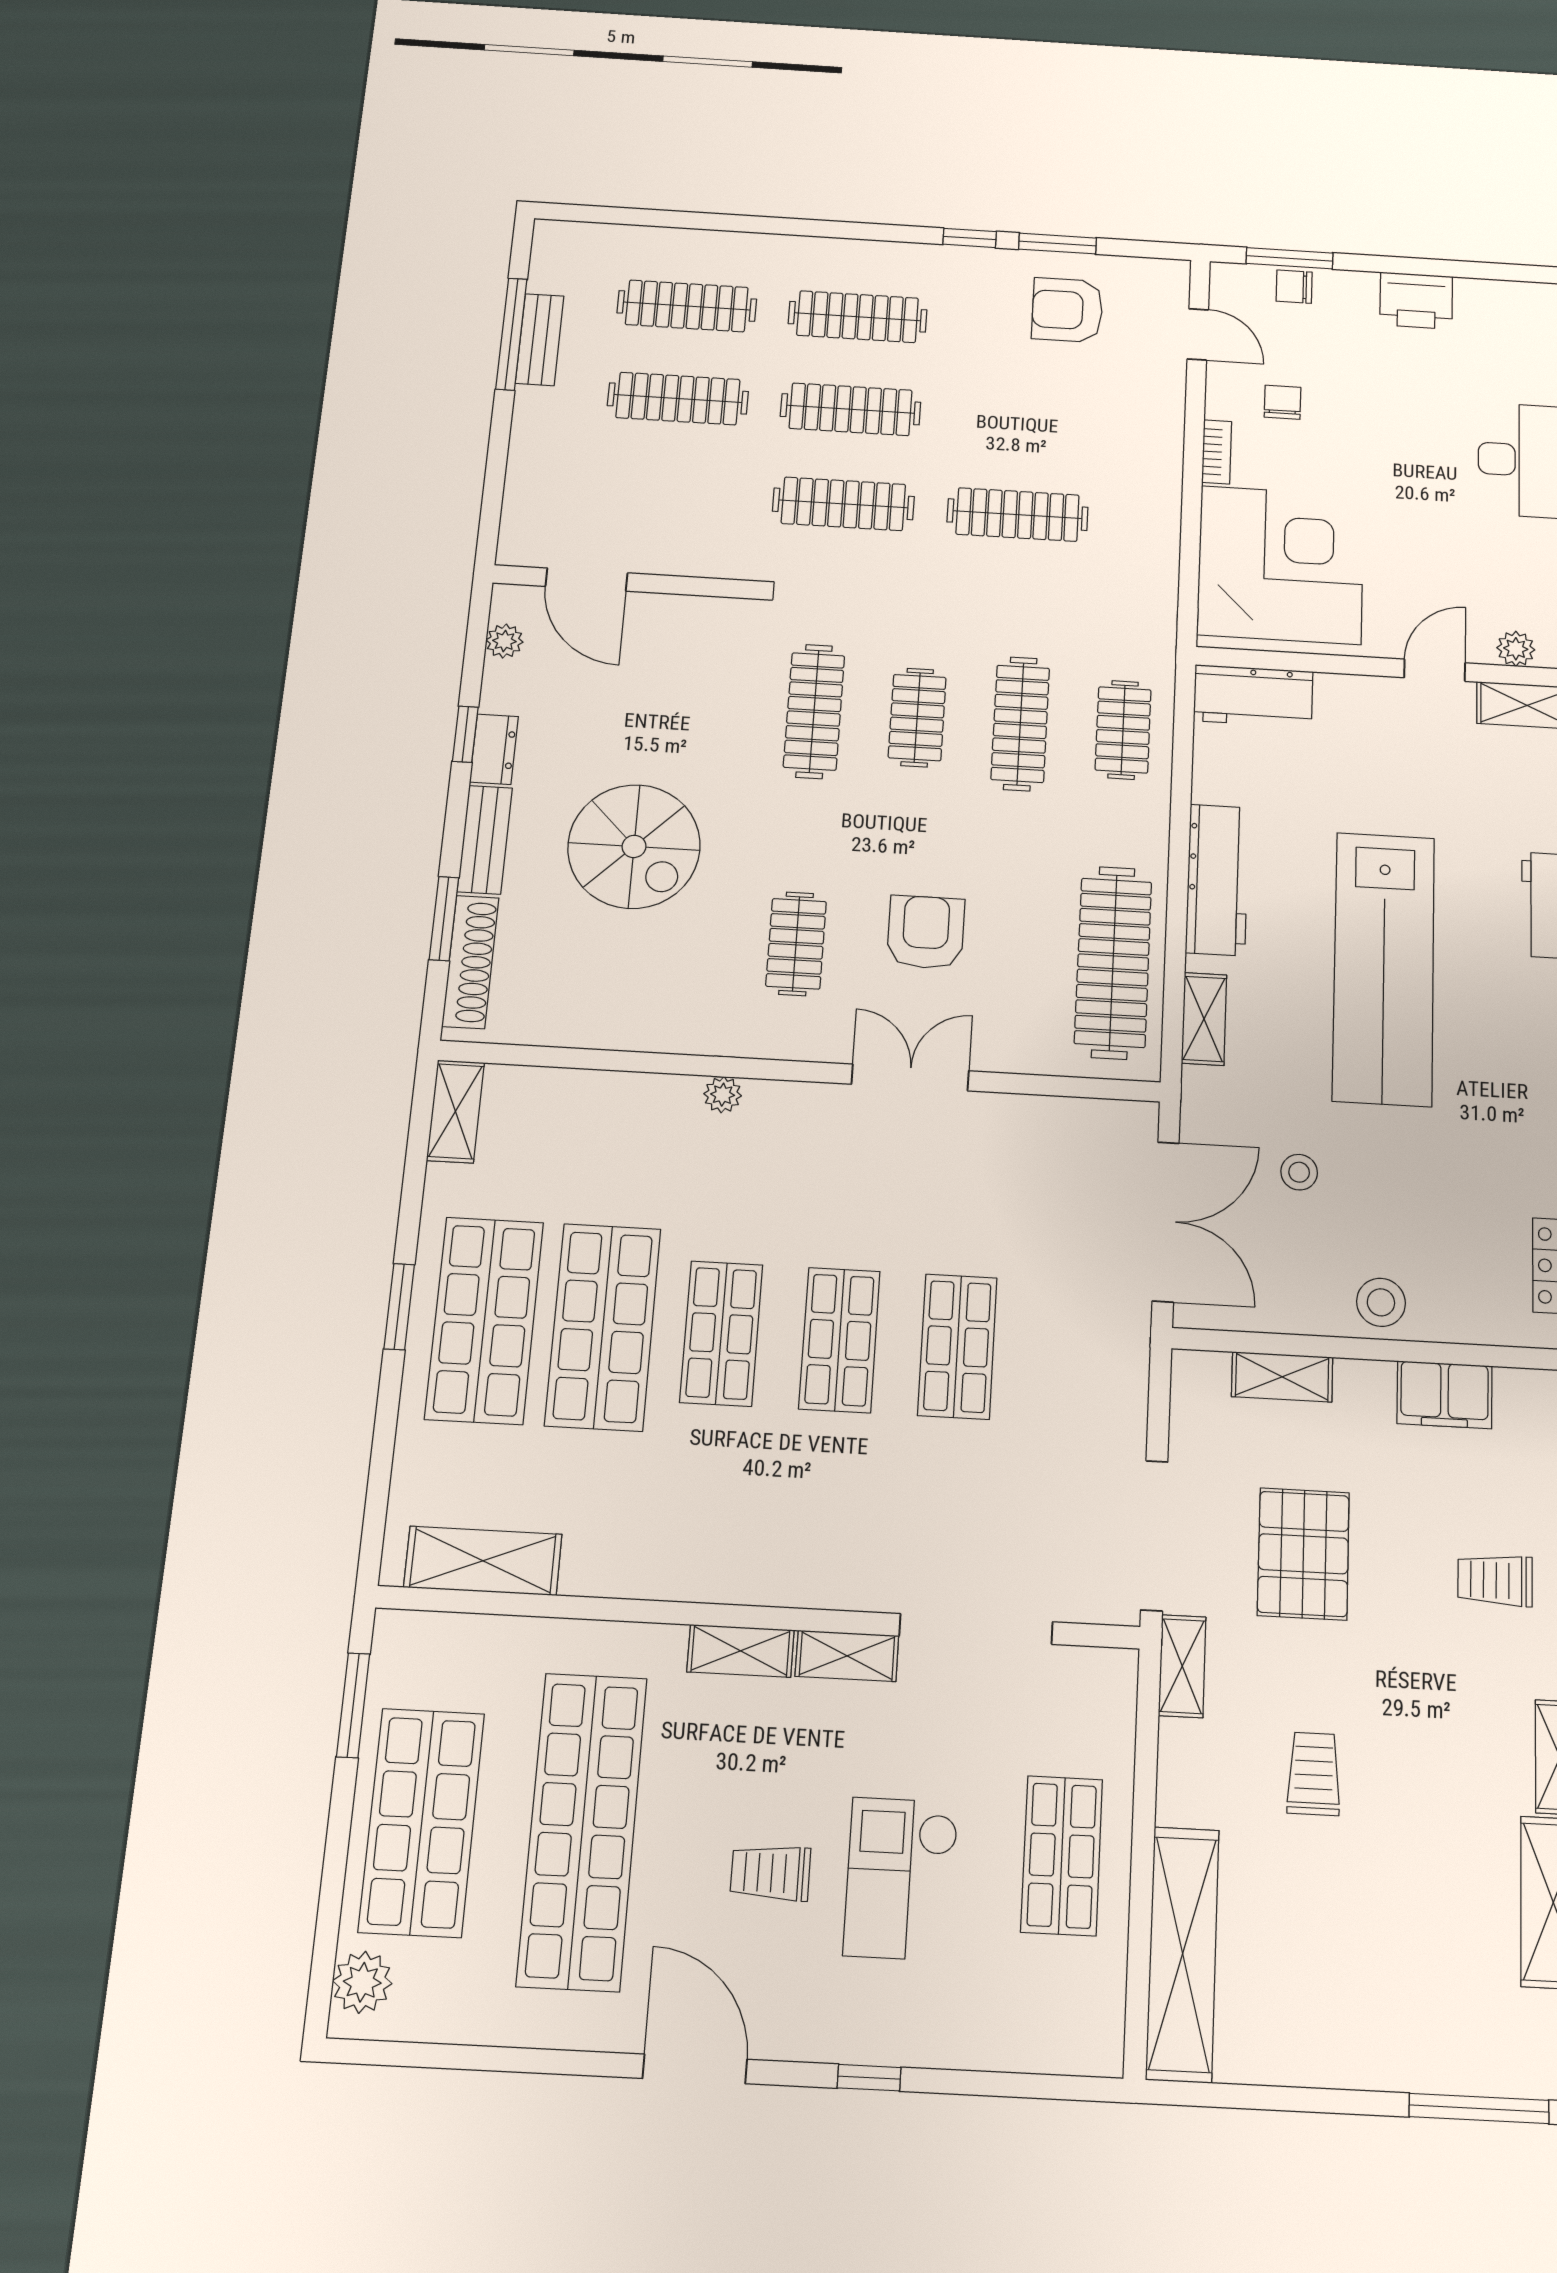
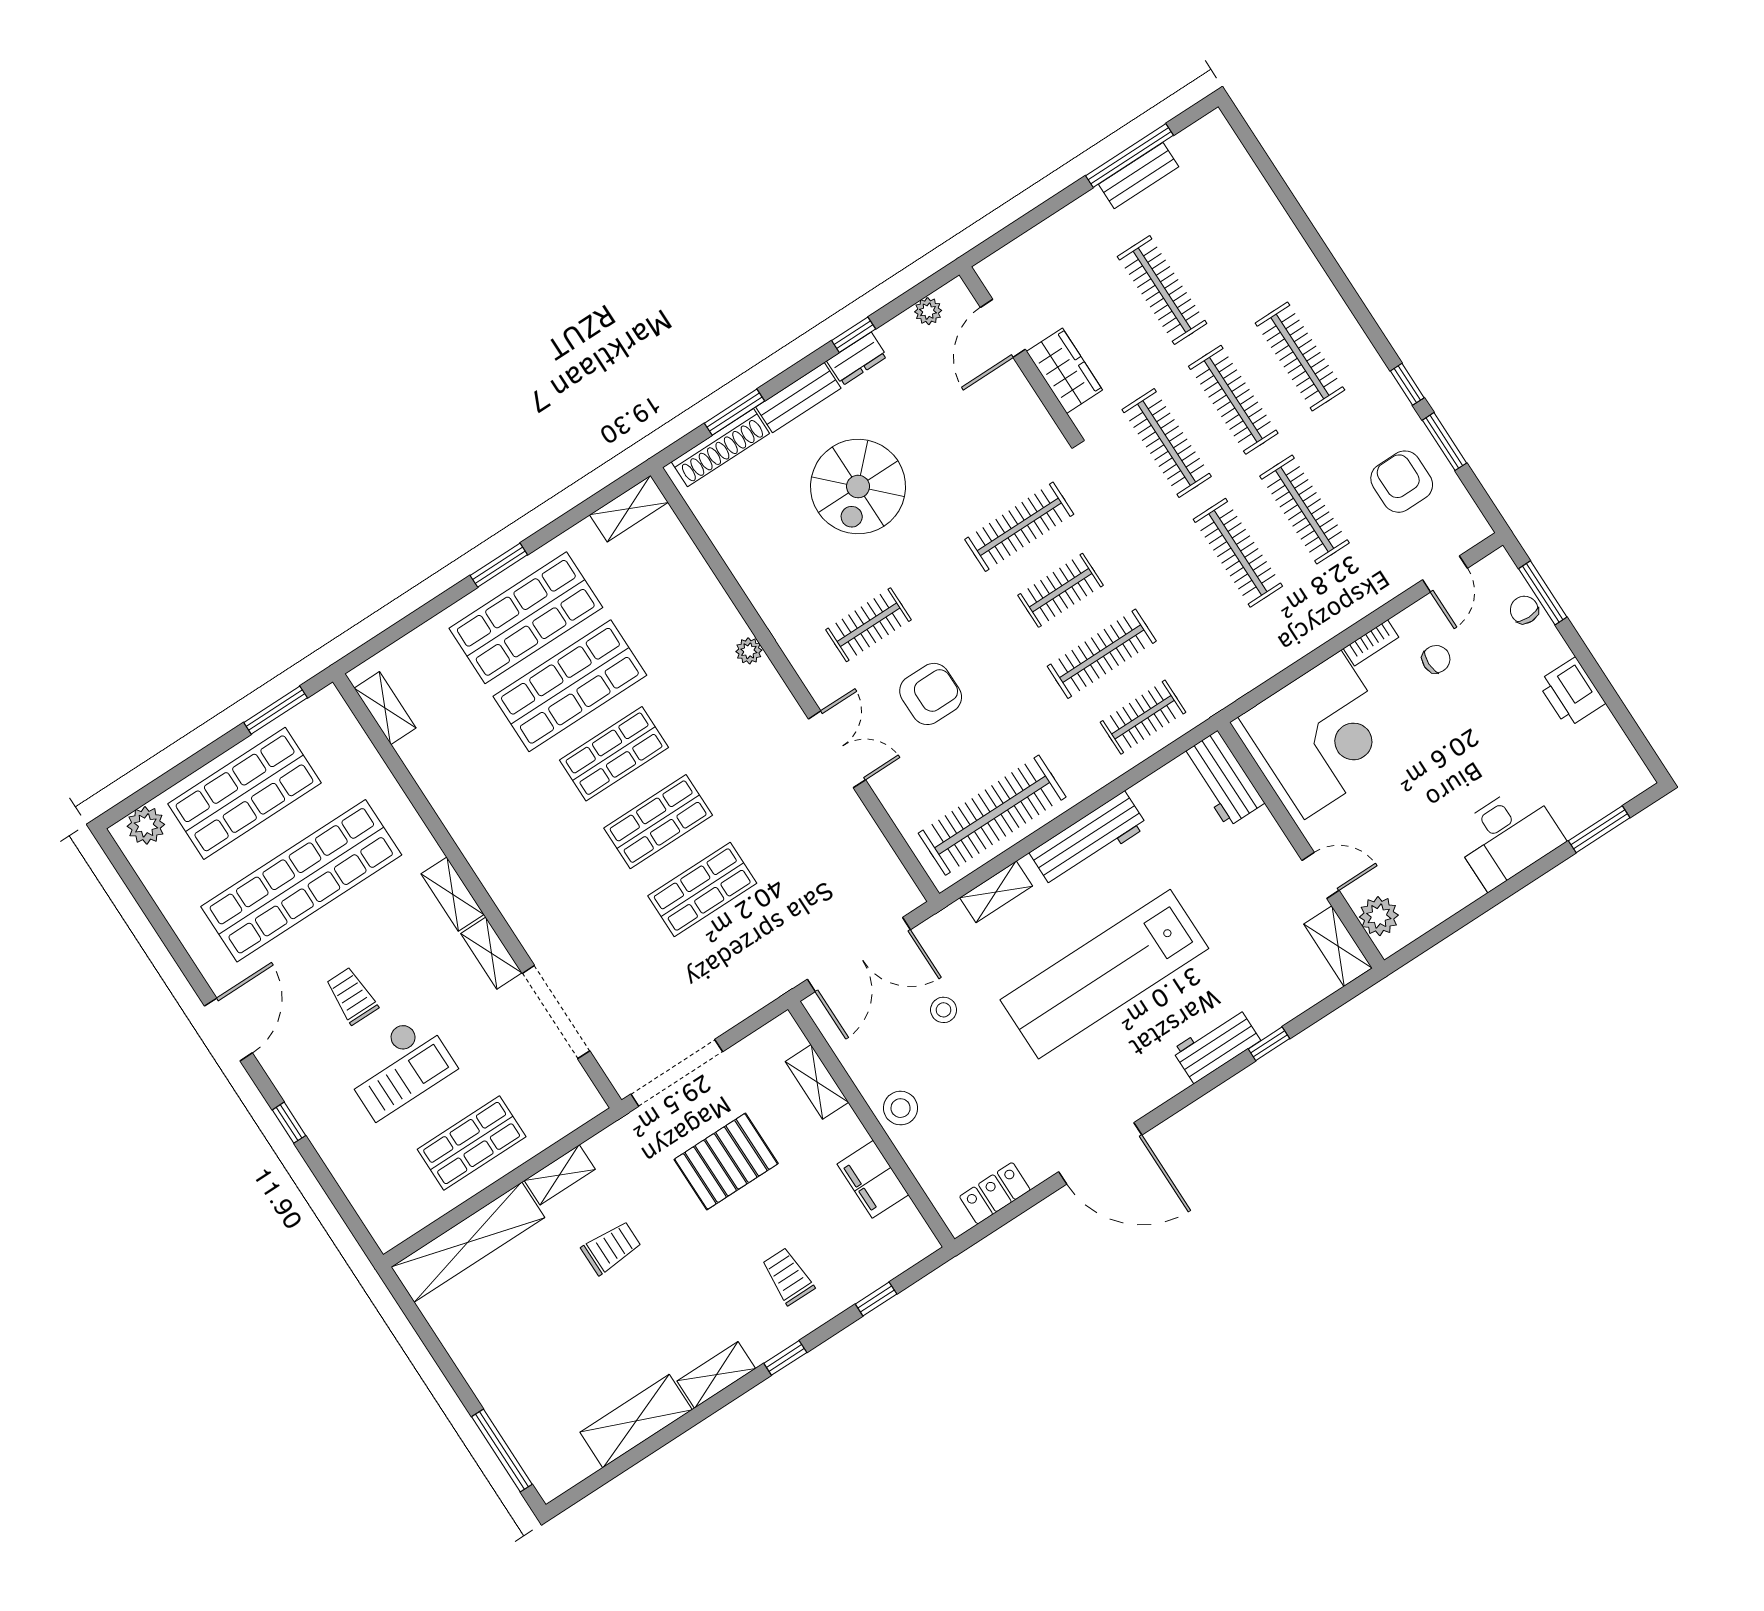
clothes rail: (687, 306) -> (1305, 509), moved
wardrobe: (683, 550) -> (1064, 371), added
plant: (1516, 649) -> (1379, 916), width x1.38, depth x1.38
shelving: (483, 1561) -> (385, 708), width x0.67, depth x0.75
shelving: (1182, 1666) -> (560, 1175), moved
checkout: (901, 1879) -> (399, 1067), turned 180

